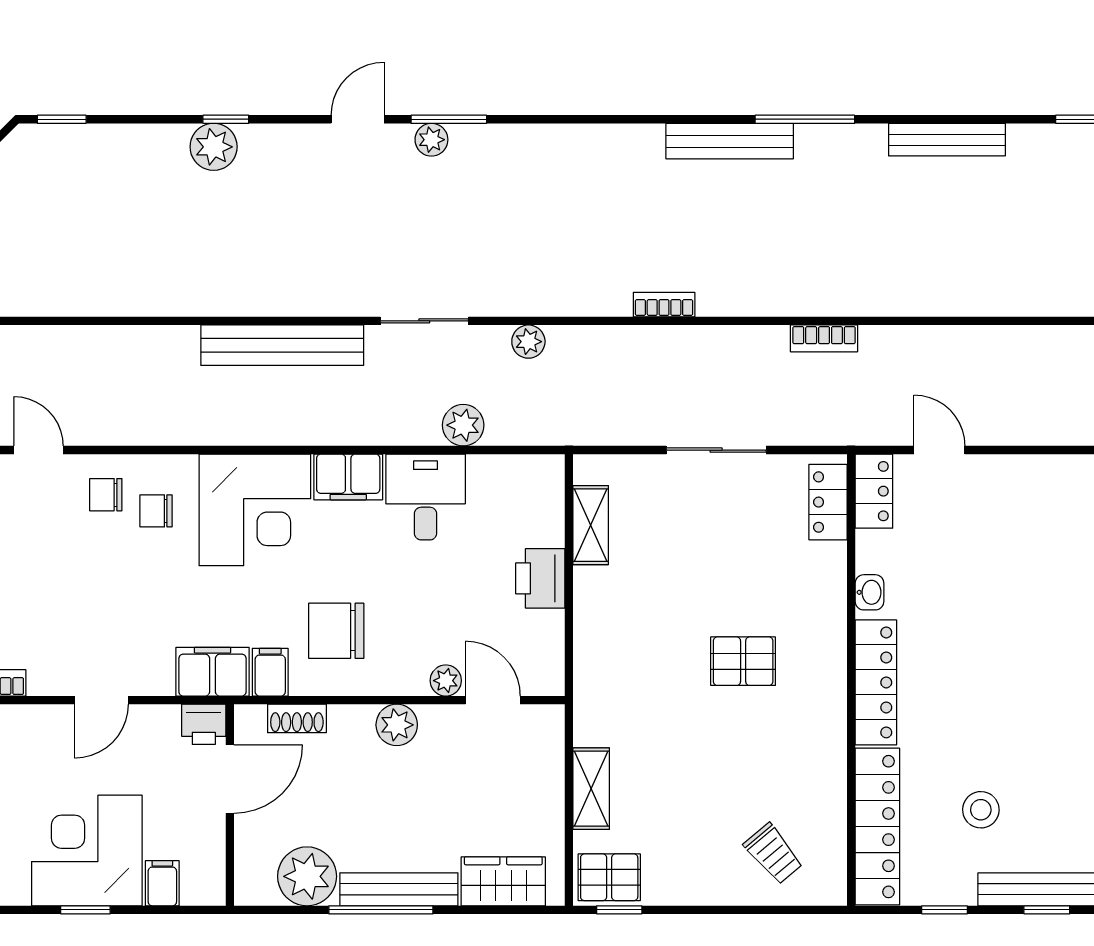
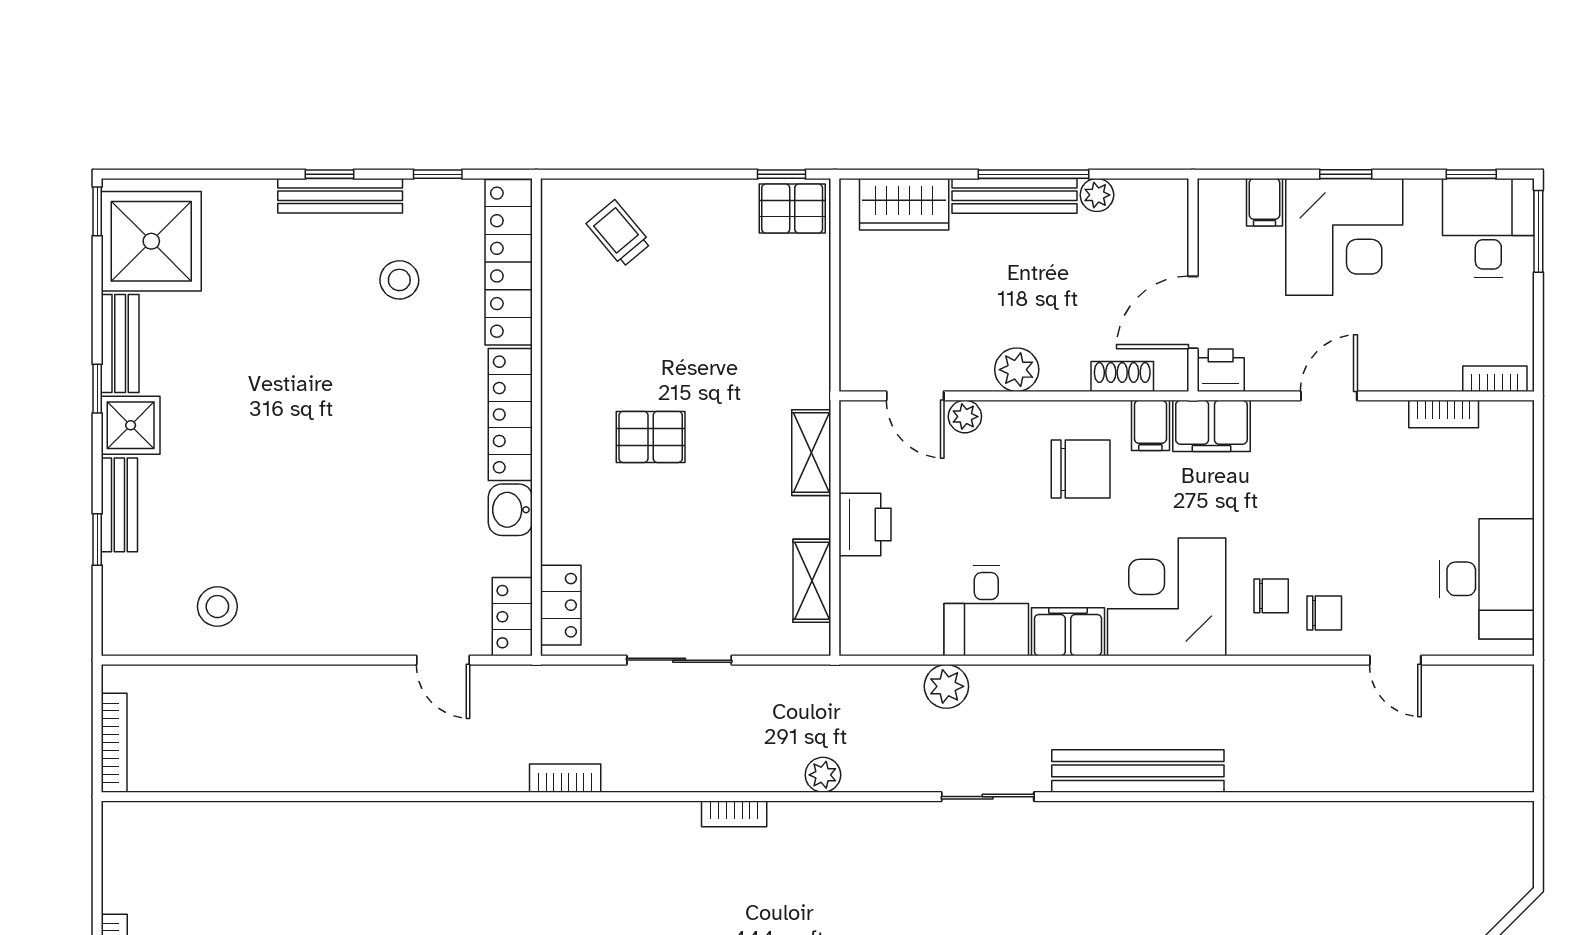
plant: (528, 342) -> (823, 775), moved
washbasin: (869, 592) -> (510, 510), width x1.38, depth x1.45
shelving: (591, 789) -> (811, 453), moved
plant: (307, 876) -> (1097, 195), width x0.53, depth x0.53

